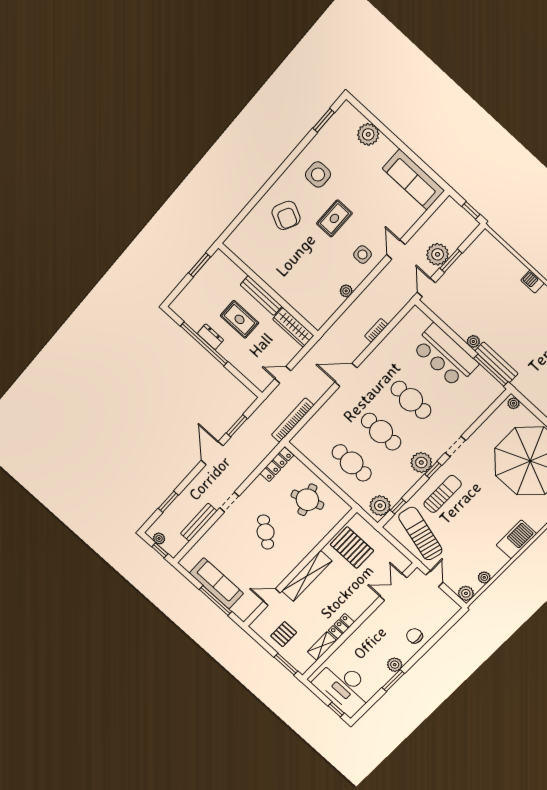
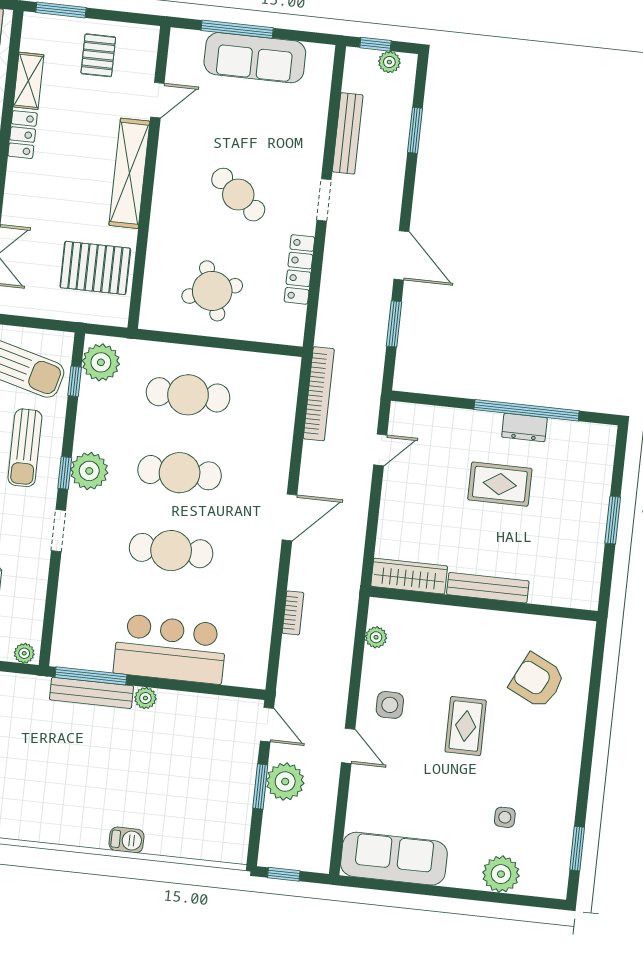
side table: (318, 175) -> (505, 817), moved, width x0.54, depth x0.54
wall: (268, 290) -> (484, 604), moved
bench: (261, 296) -> (488, 588), moved
wardrobe: (293, 327) -> (409, 576), moved
locker: (277, 464) -> (299, 269), moved

